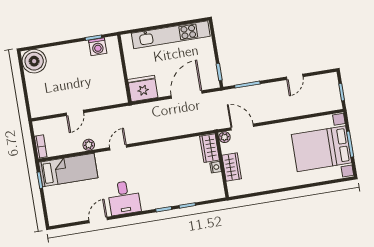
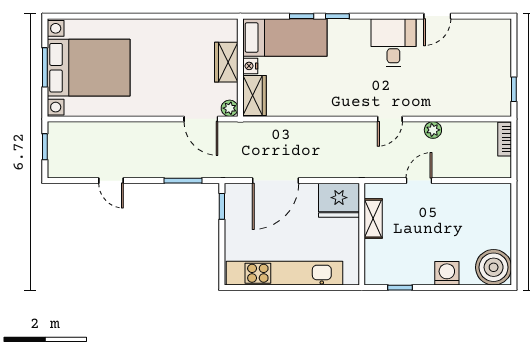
washing machine: (98, 47) -> (447, 273), moved
door: (295, 77) -> (111, 181), swing flipped
shelving: (118, 80) -> (373, 219), added
door: (75, 113) -> (419, 181), moved
bed: (68, 170) -> (285, 38), moved, turned 180

